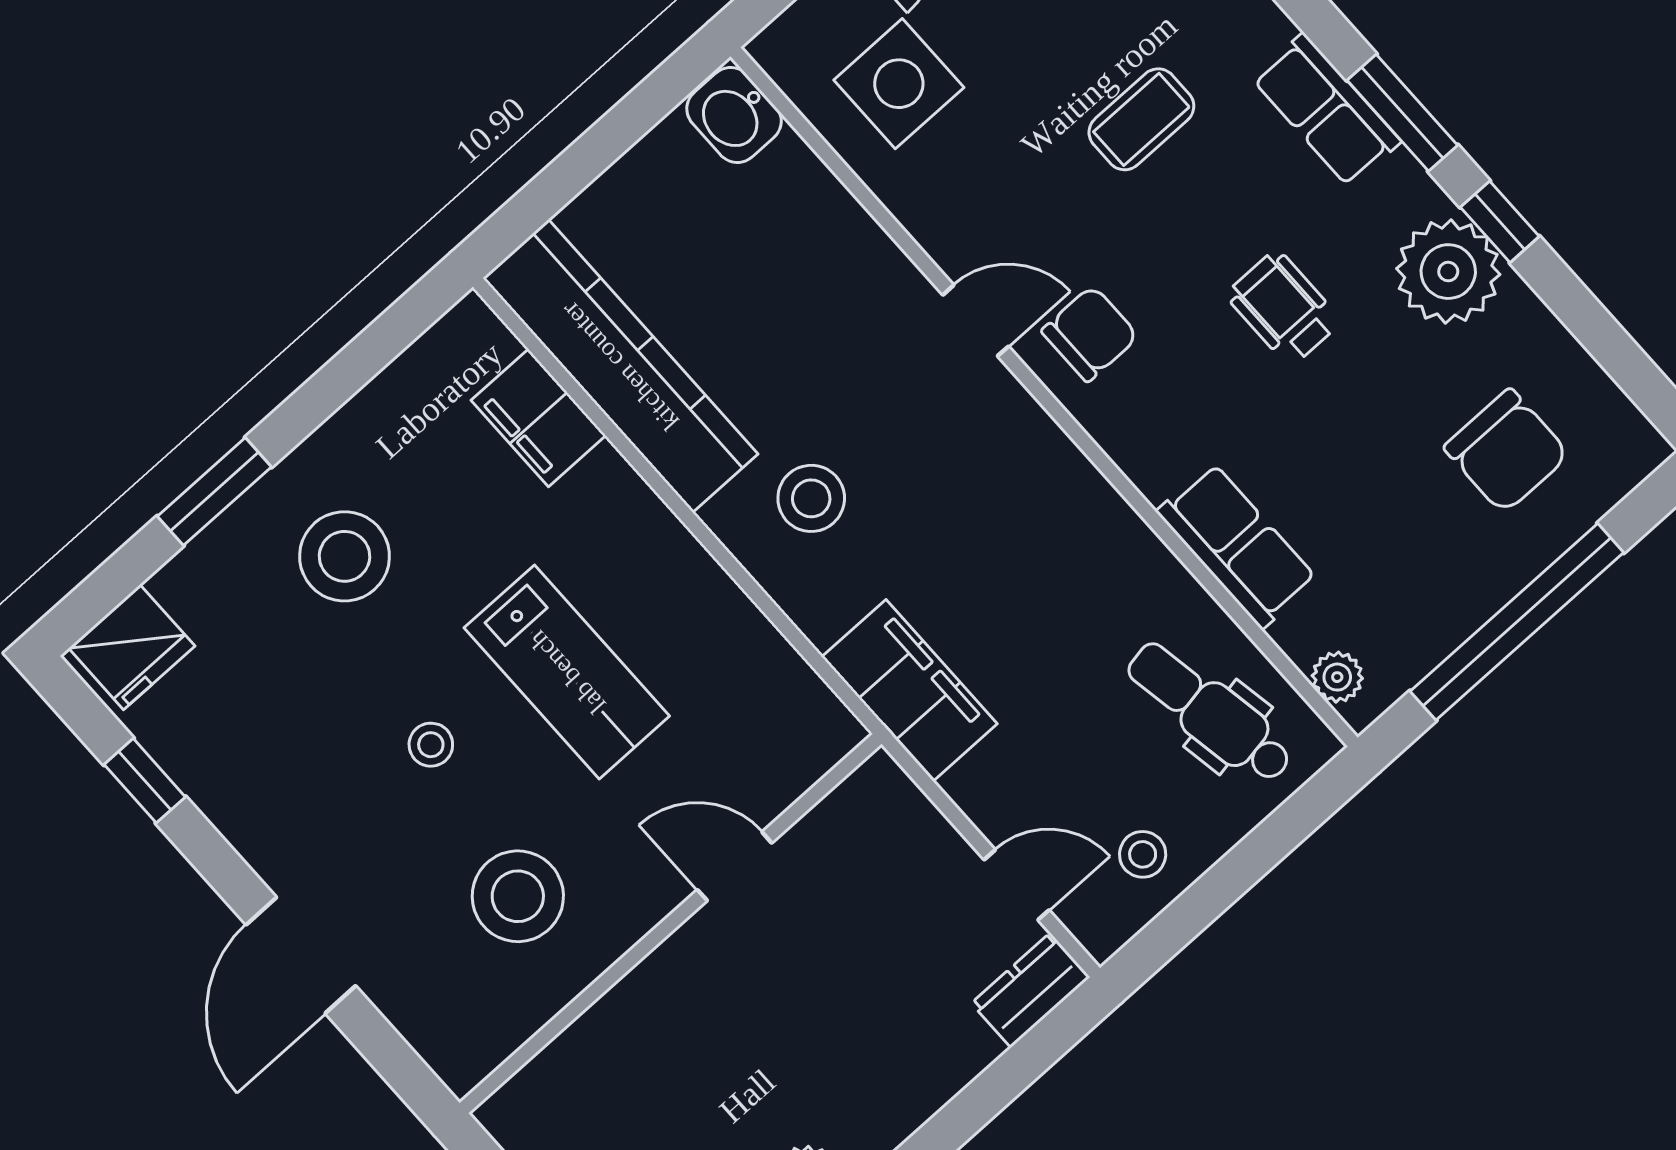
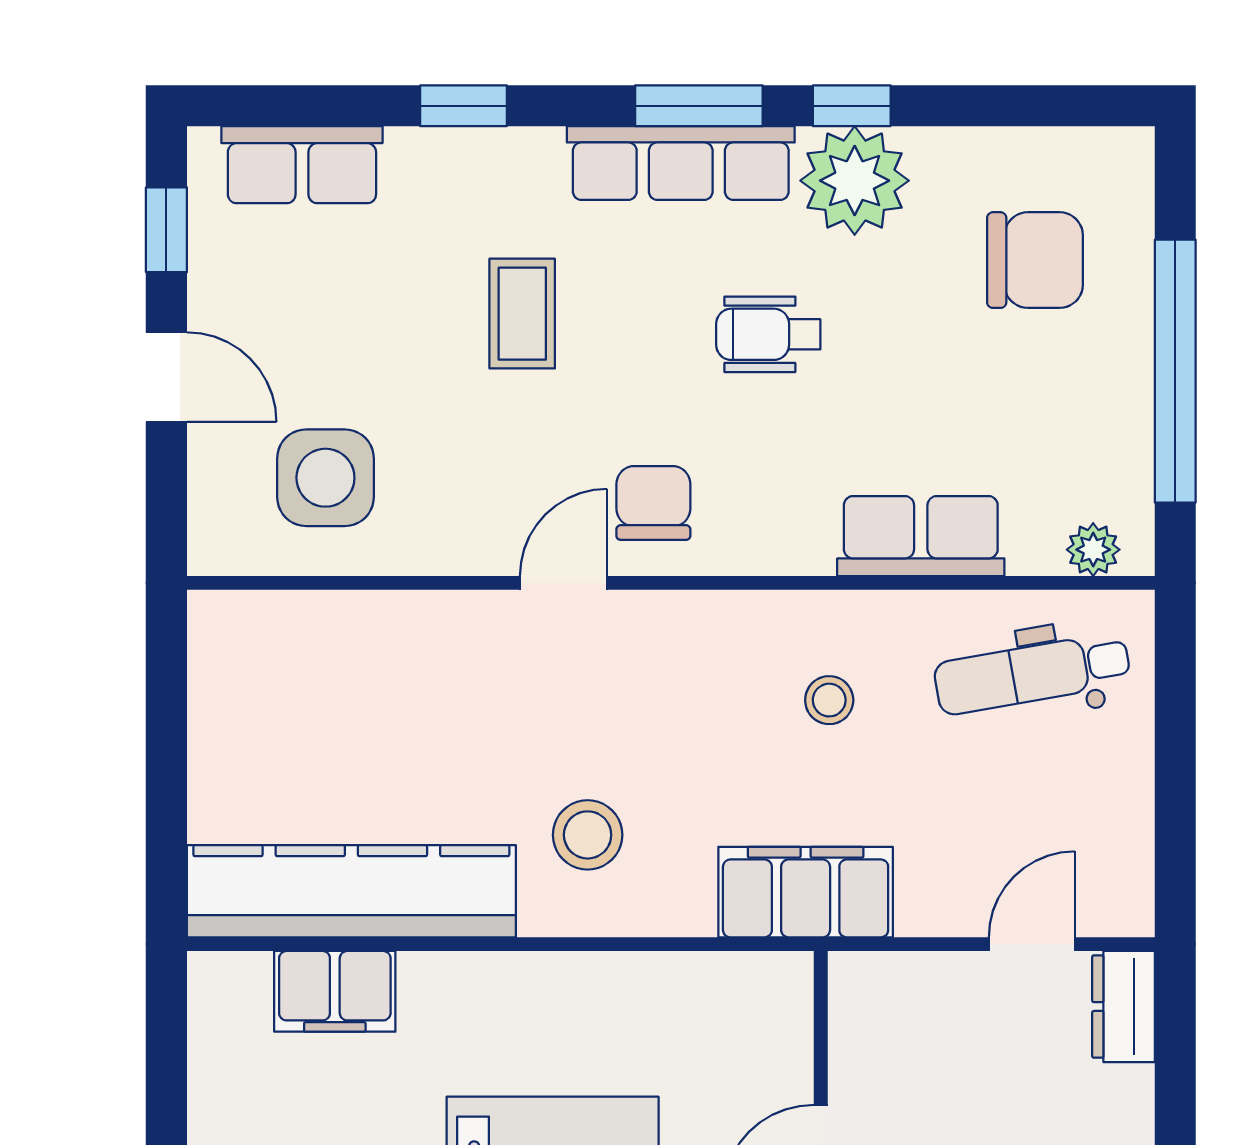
row of seats: (1326, 110) -> (681, 163), width x1.48
washbasin: (734, 115) -> (235, 628), removed
stool: (1143, 854) -> (829, 700), moved

